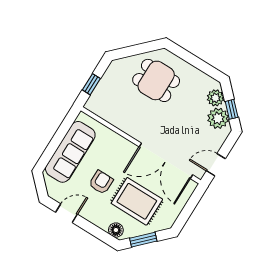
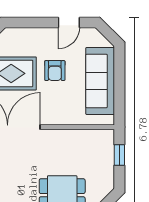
floor lamp: (116, 230) -> (14, 35), removed

